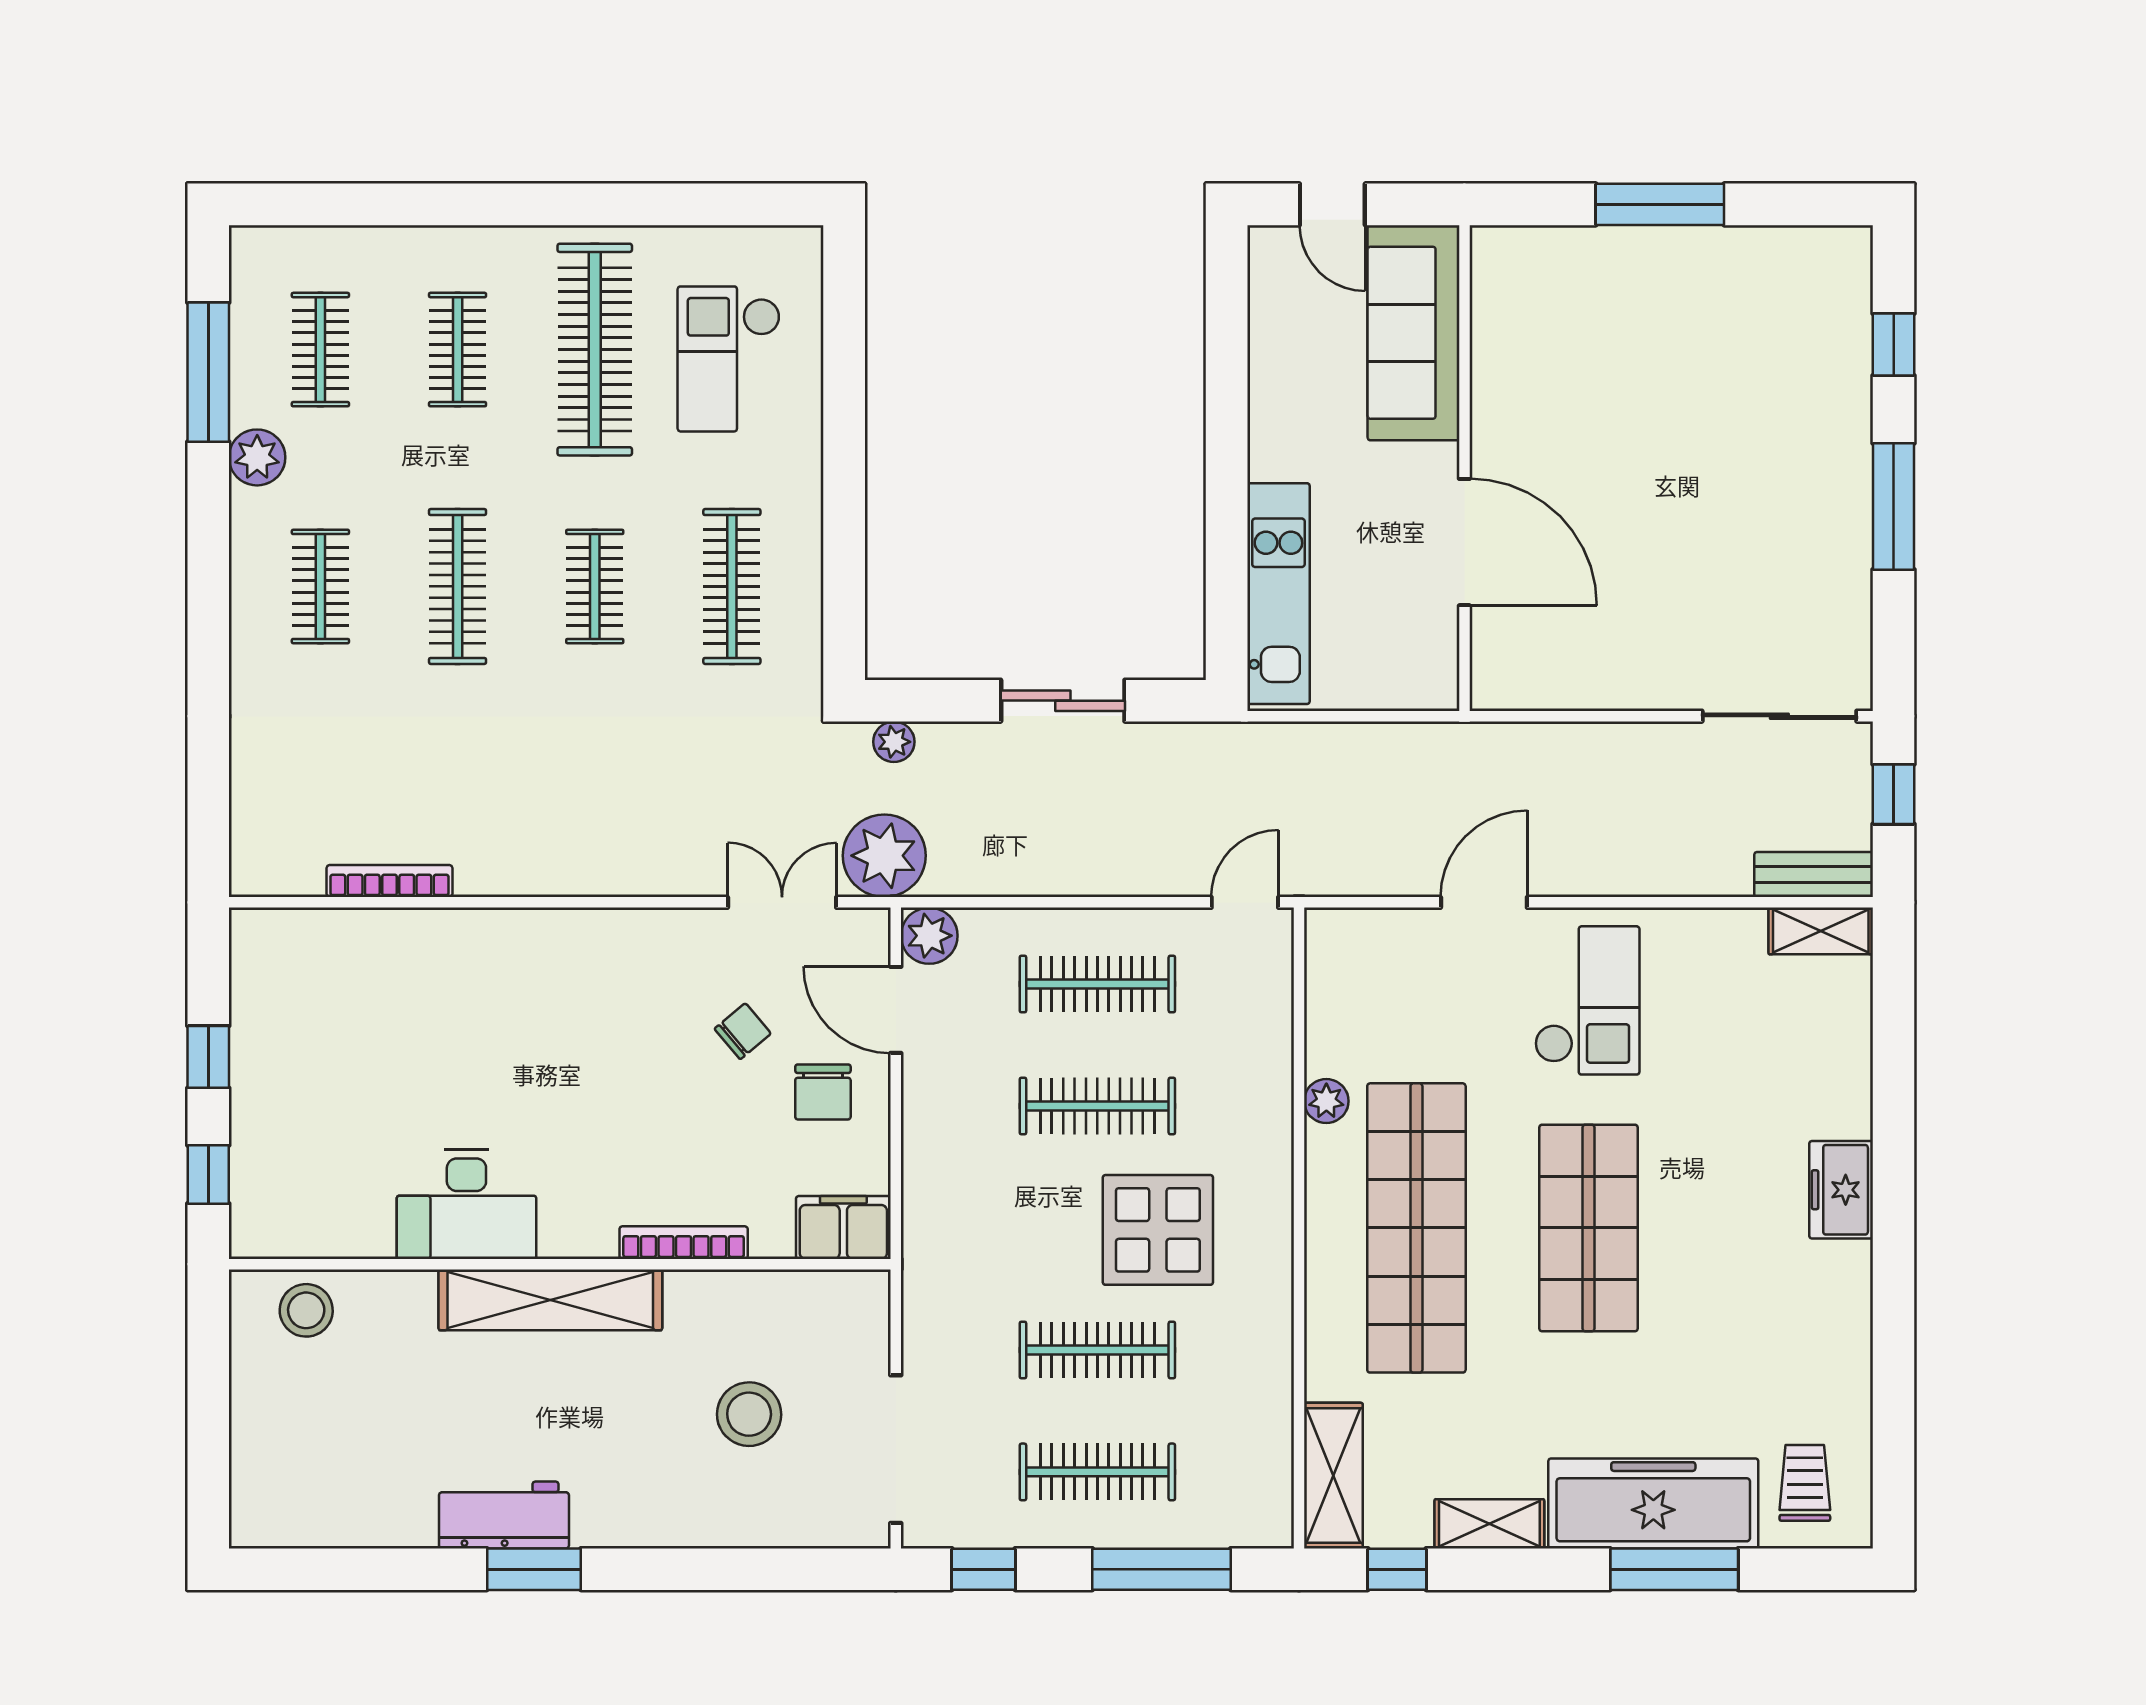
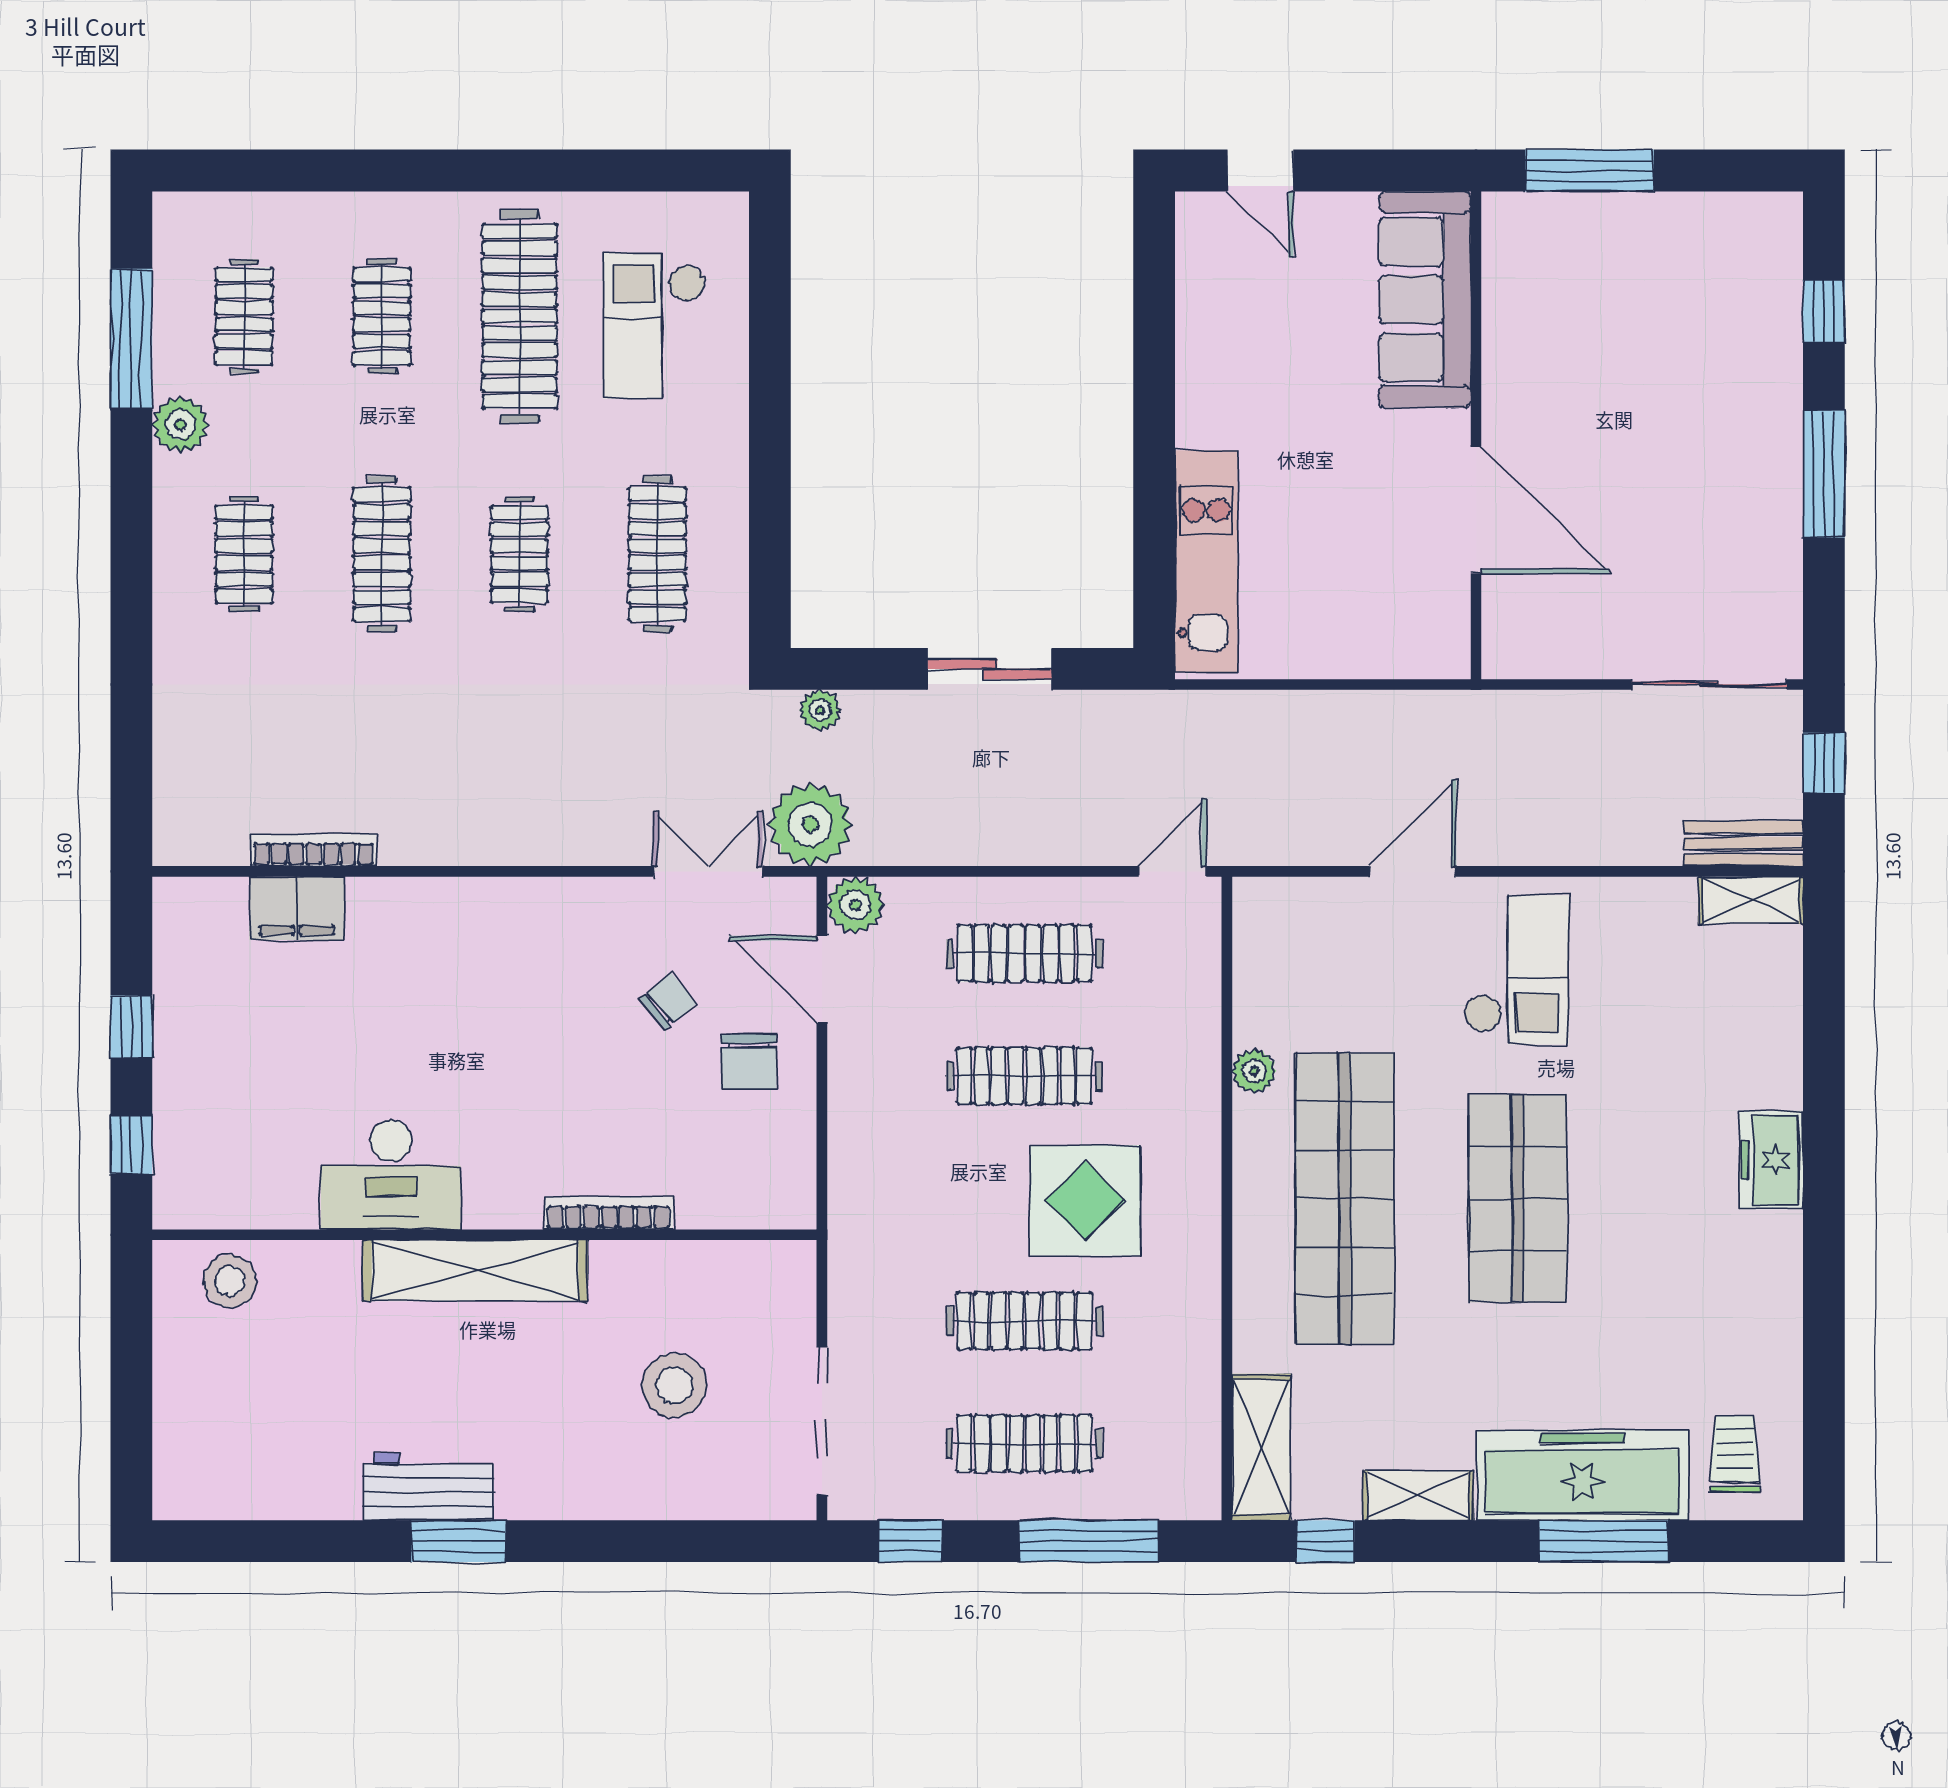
sofa: (1413, 333) -> (1425, 299), moved
wall: (1464, 468) -> (1476, 435), moved
door: (1464, 542) -> (1476, 510), moved
filing cabinet: (843, 1227) -> (297, 908), moved, turned 180

